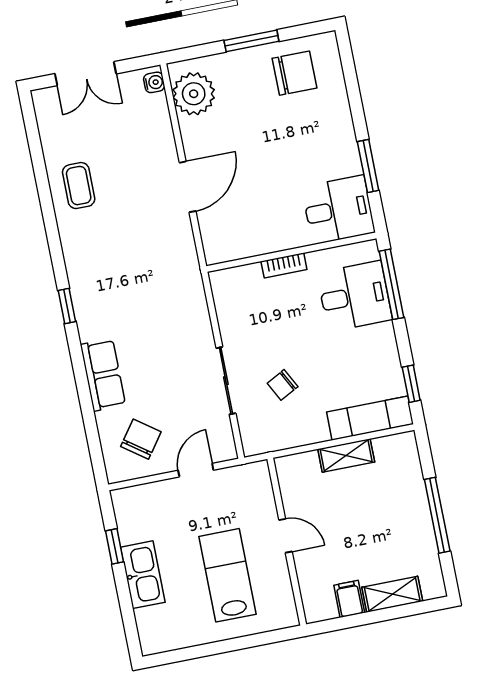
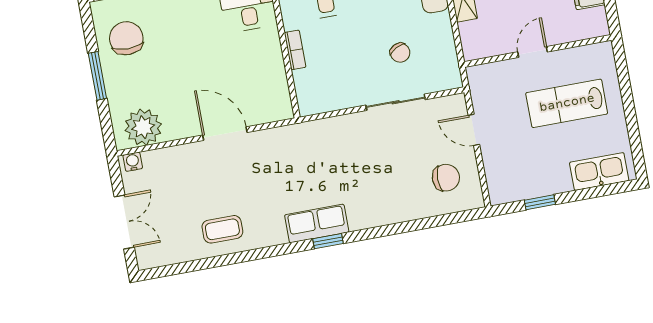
row of seats: (103, 375) -> (317, 224), moved
chair: (141, 439) -> (446, 178), turned 144
kitchen sink: (143, 575) -> (599, 172), moved

